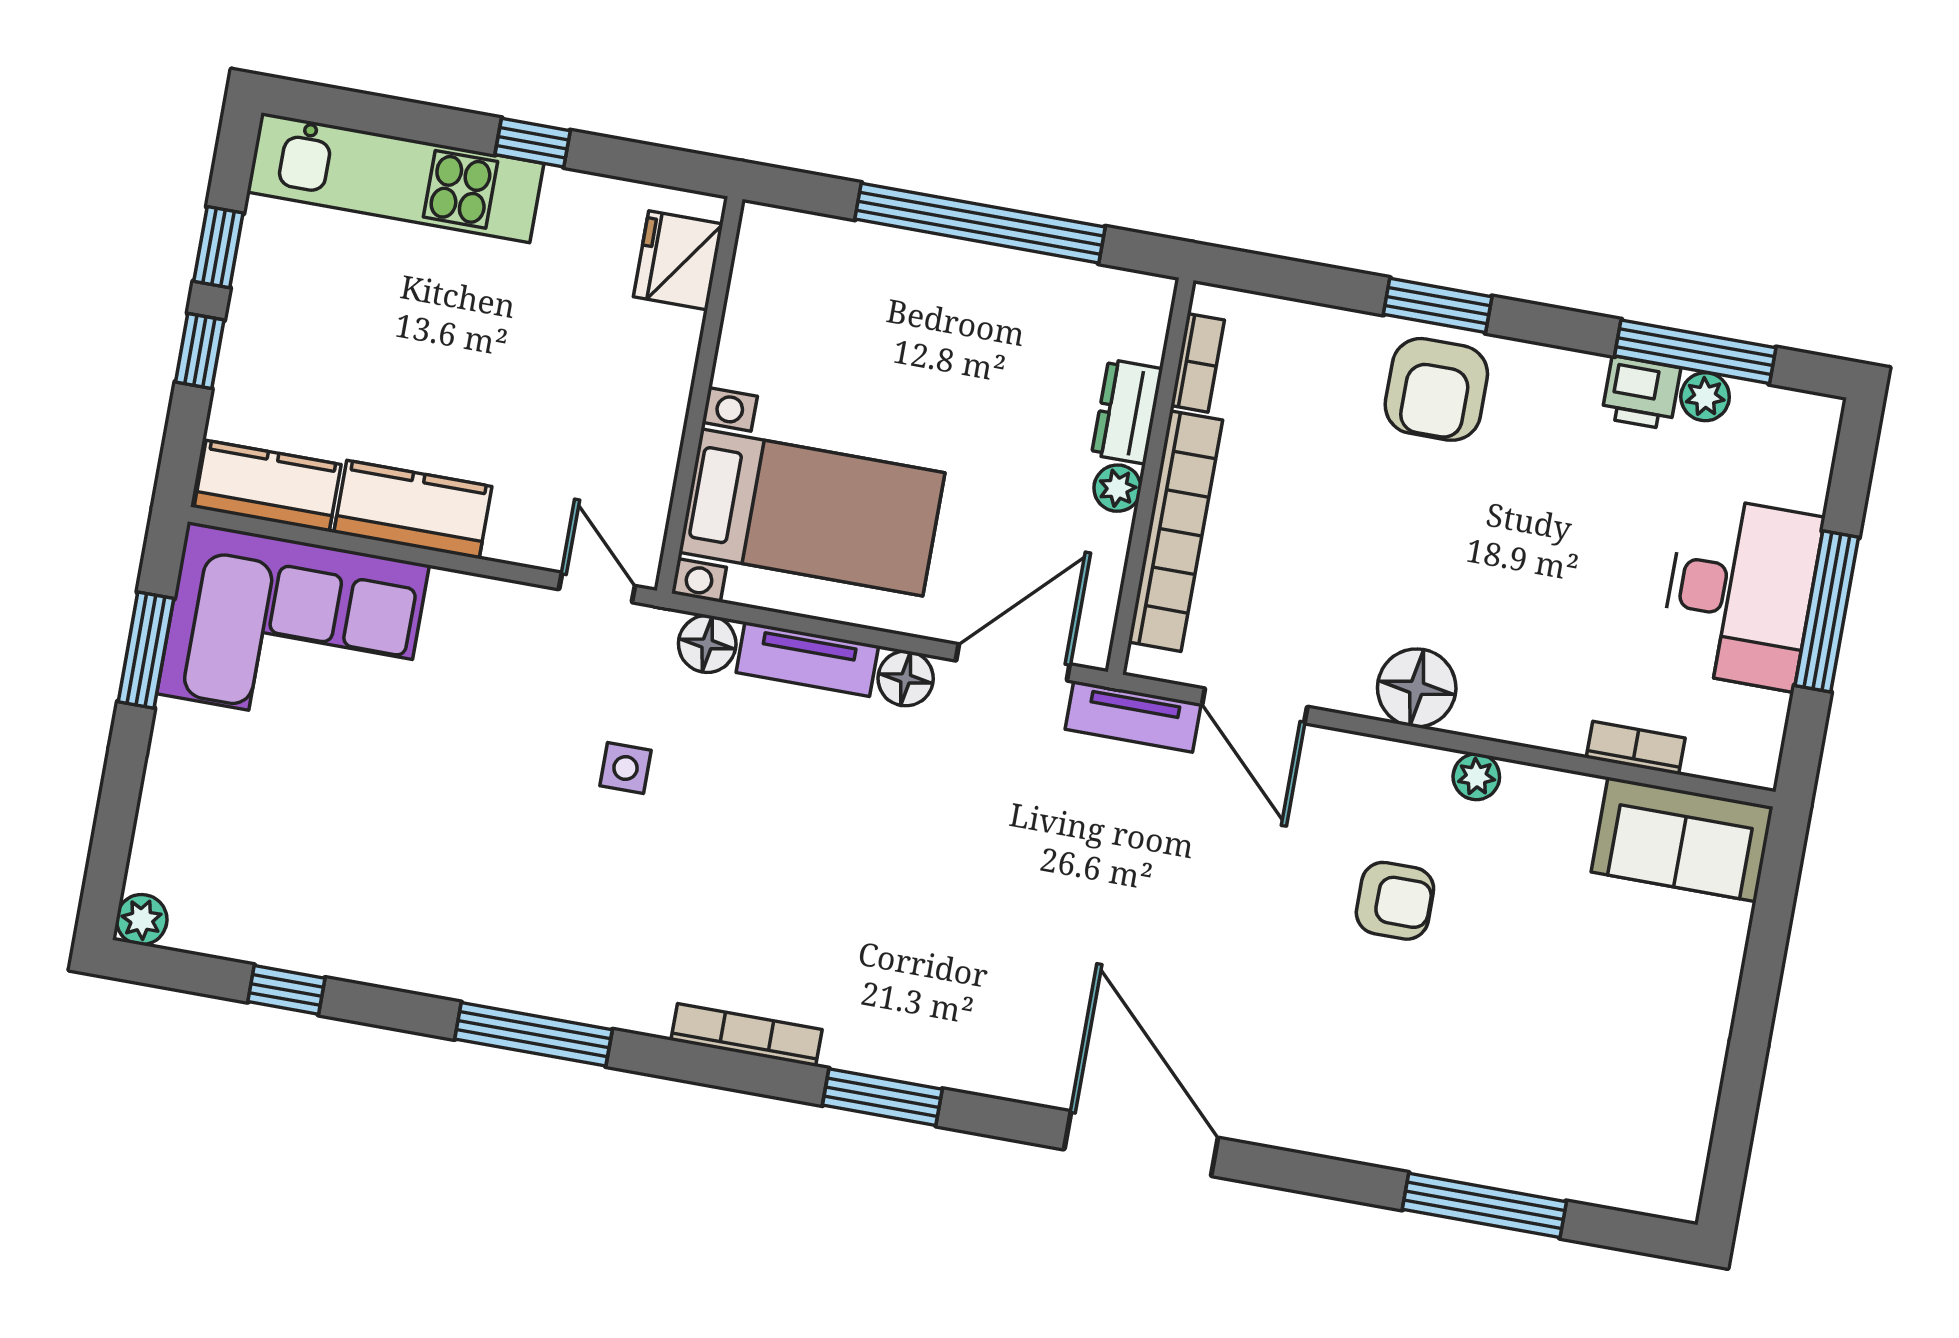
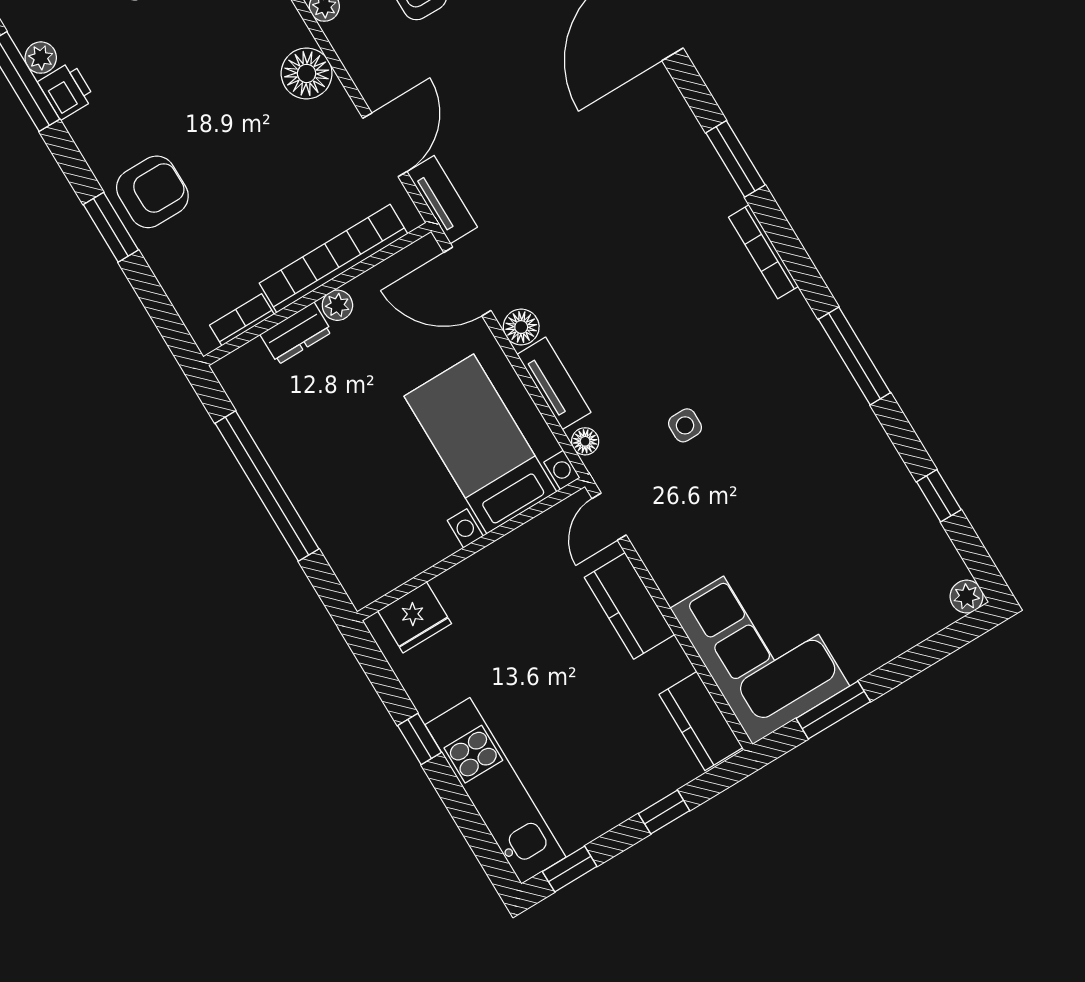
window: (218, 247) -> (570, 869), moved
kitchen counter: (413, 510) -> (629, 606), moved
floor lamp: (707, 644) -> (585, 441), width x0.73, depth x0.73

